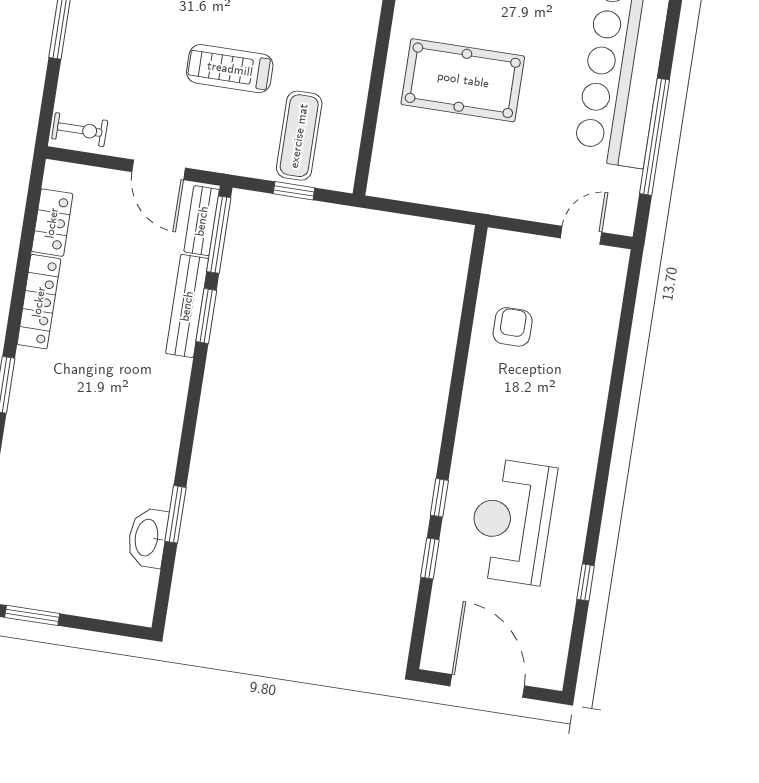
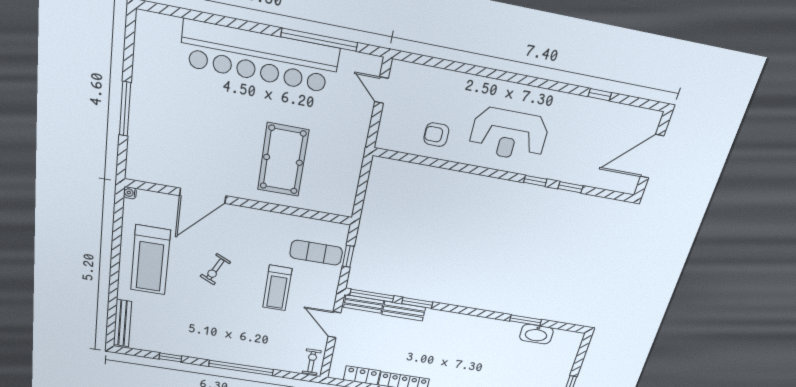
door: (159, 170) -> (334, 325), swing flipped
bench: (187, 306) -> (404, 311), width x0.73
reception desk: (512, 521) -> (509, 134), moved

